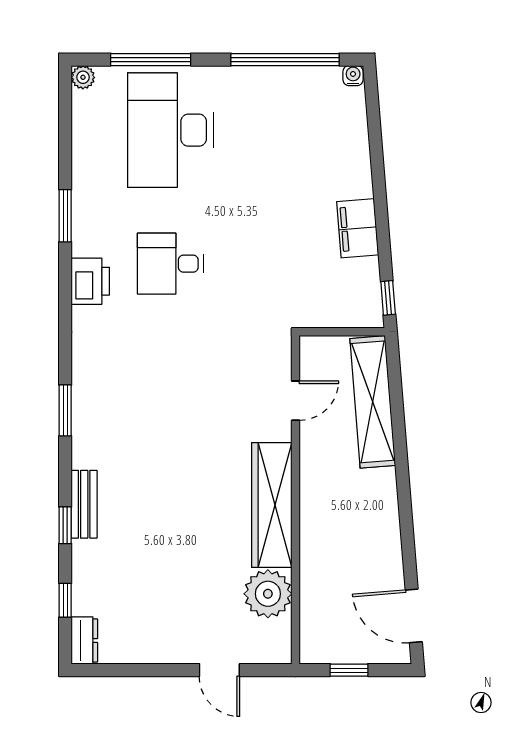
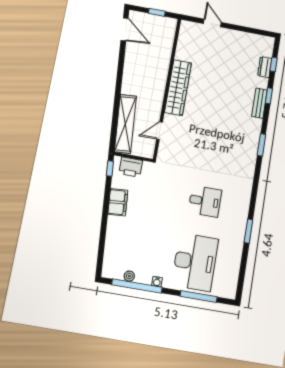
water cooler: (353, 76) -> (157, 282), moved
plant: (83, 77) -> (129, 276), moved
printer: (90, 281) -> (131, 167), moved, turned -90
plant: (268, 594) -> (186, 51), removed
dresser: (84, 641) -> (265, 67), moved

